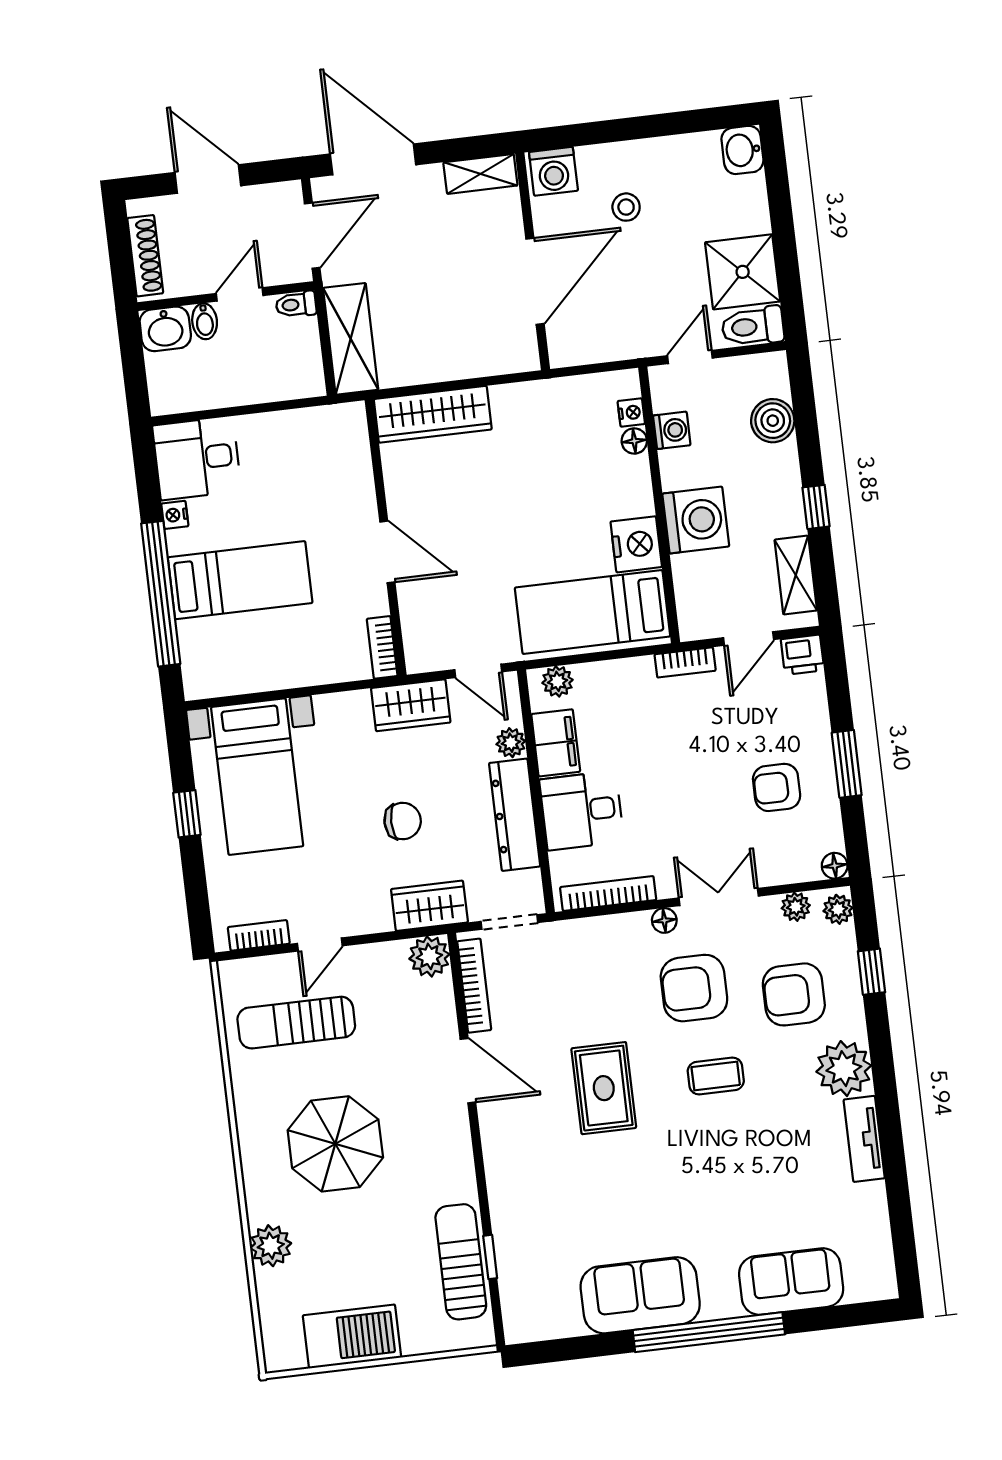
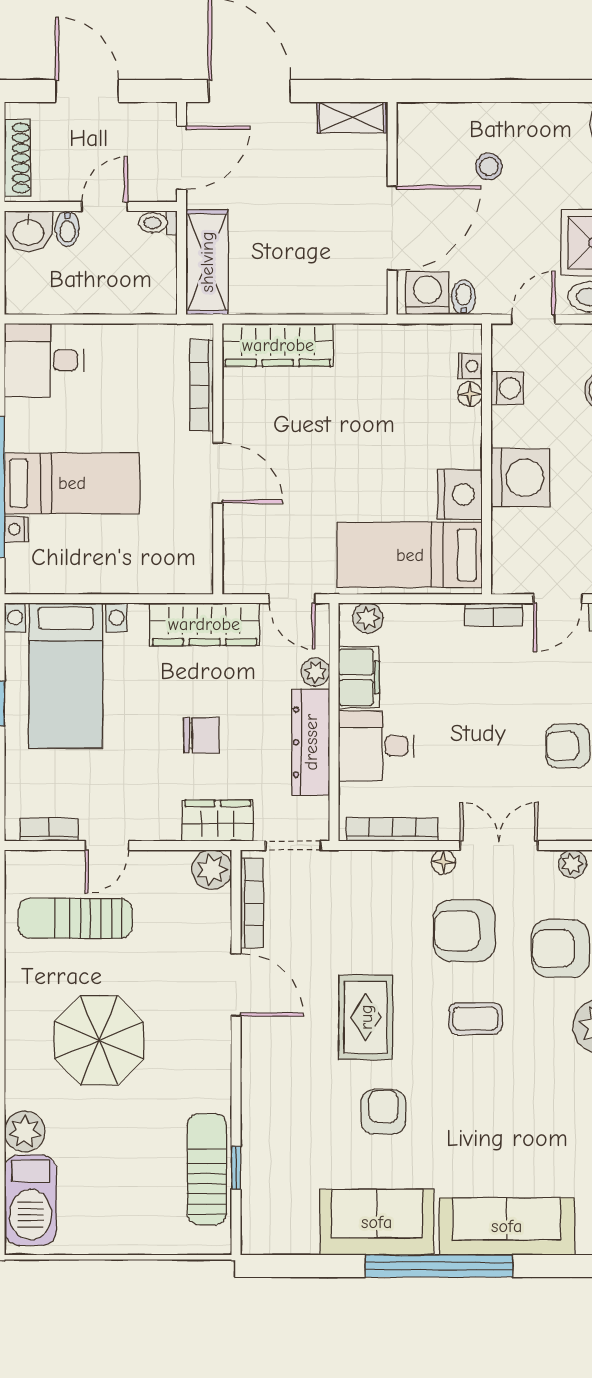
washing machine: (553, 171) -> (427, 293), moved, turned 180
bidet: (616, 343) -> (464, 297), added
nightstand: (175, 515) -> (16, 529), moved
bookcase: (382, 647) -> (202, 385), moved, width x1.56
wardrobe: (411, 705) -> (204, 624), width x1.50
armchair: (633, 1182) -> (383, 1112), added
sofa: (791, 1281) -> (507, 1226), width x1.36
barbecue: (352, 1336) -> (31, 1200), moved, turned 90

